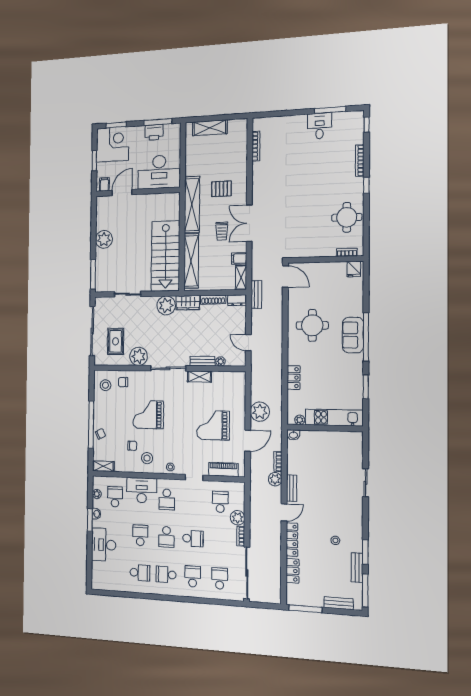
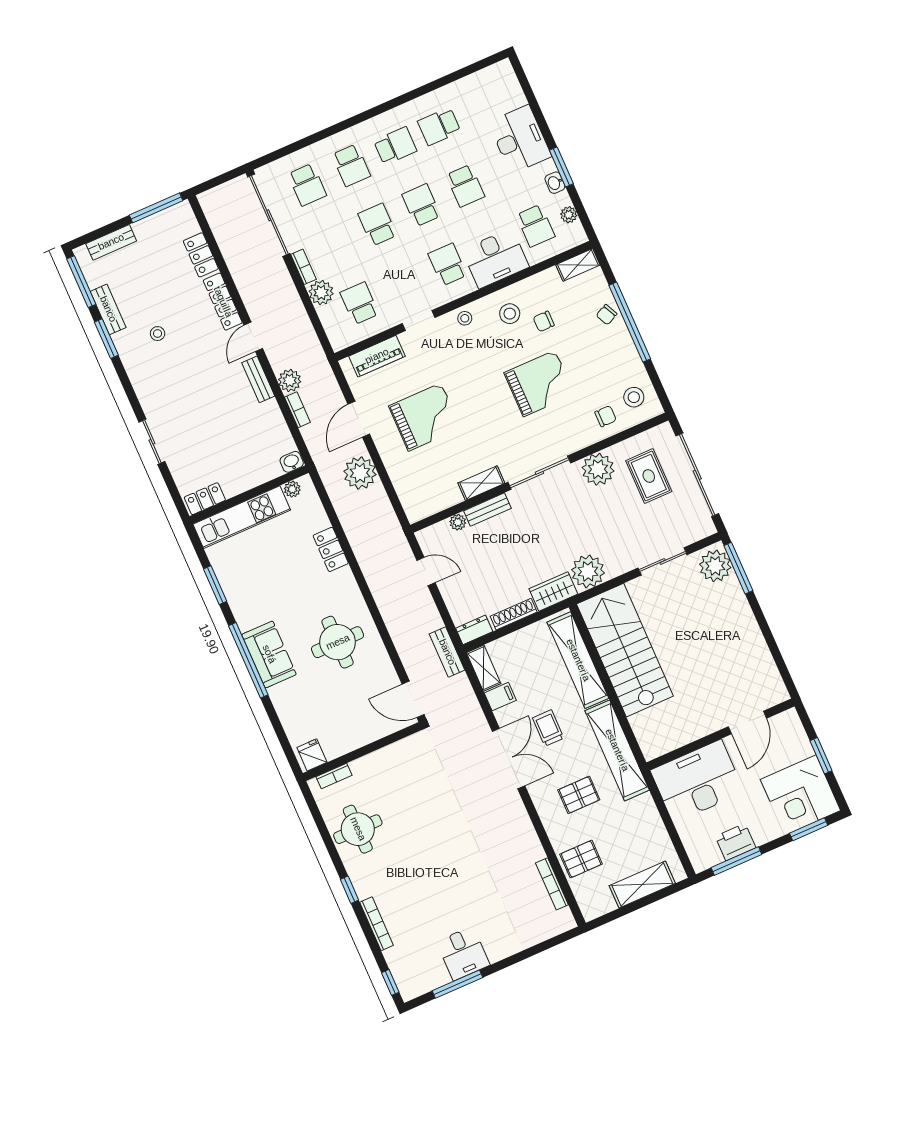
pallet: (235, 154) -> (581, 859), added
filing cabinet: (104, 184) -> (785, 724), removed
plant: (104, 239) -> (715, 566), moved
locker: (350, 437) -> (205, 499), added
school desk: (220, 502) -> (360, 303), turned 180
school desk: (193, 538) -> (377, 225), turned 90

